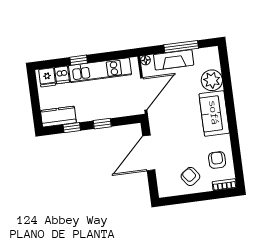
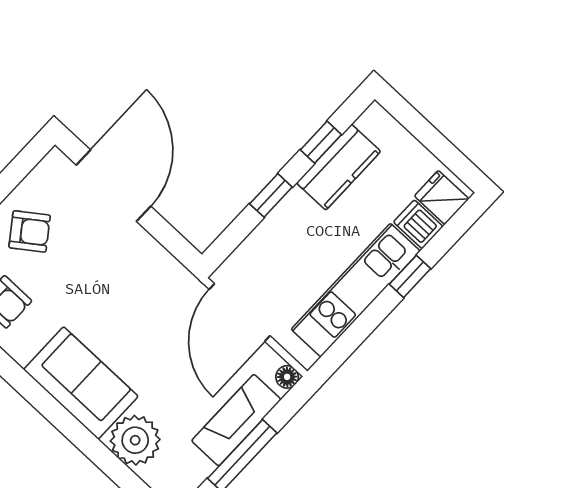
kitchen counter: (58, 117) -> (339, 167), moved
door: (149, 153) -> (113, 186), moved

